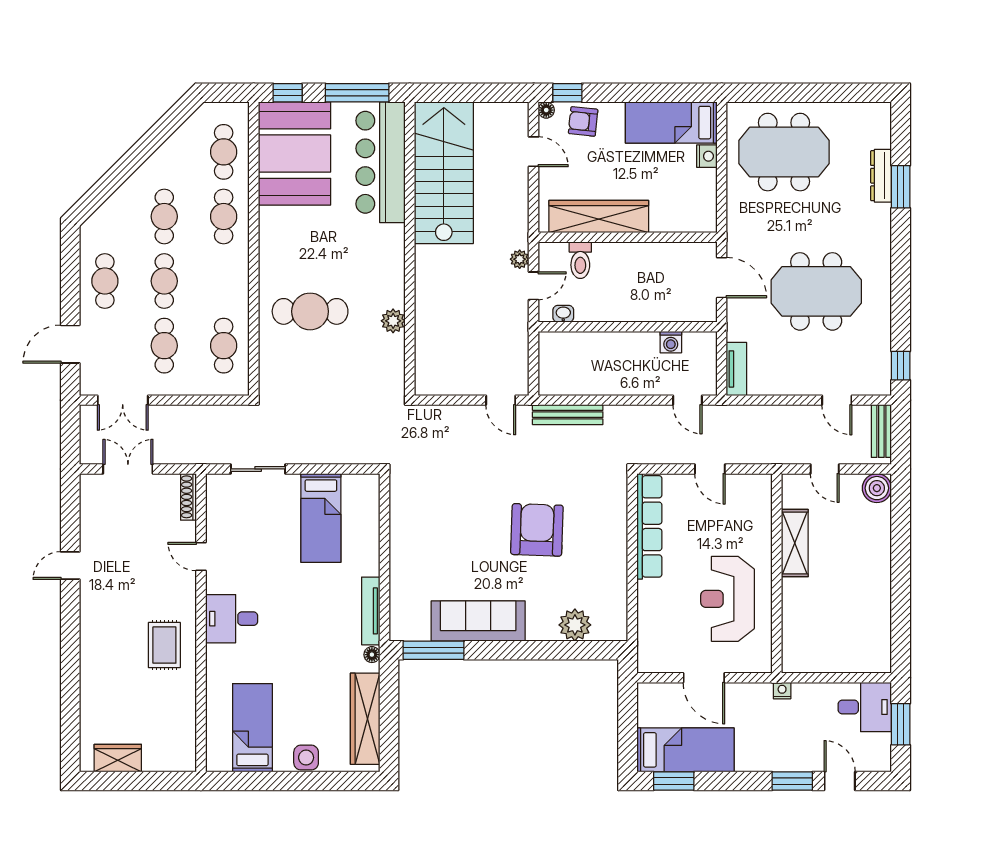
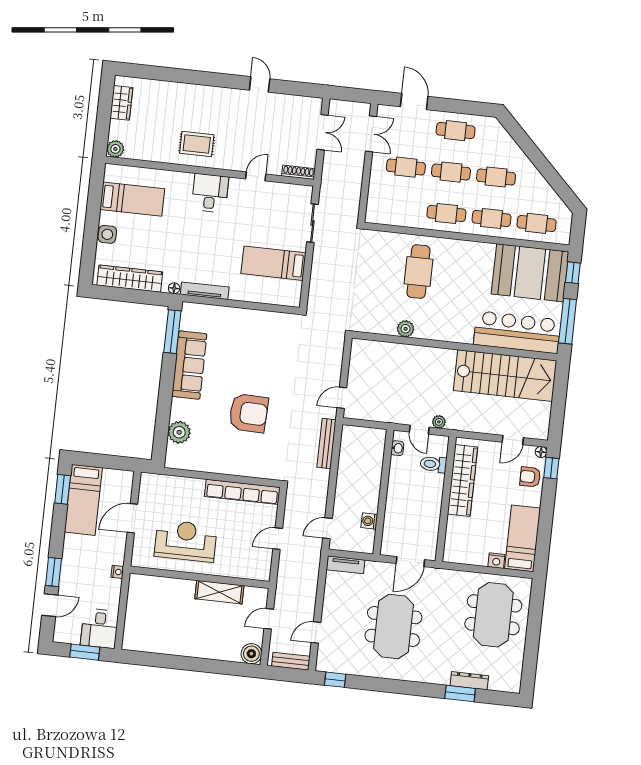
armchair: (583, 121) -> (530, 477), turned -96
cafe table: (224, 346) -> (446, 214), moved
double door: (123, 400) -> (371, 134), swing flipped
plant: (184, 759) -> (115, 149), added

